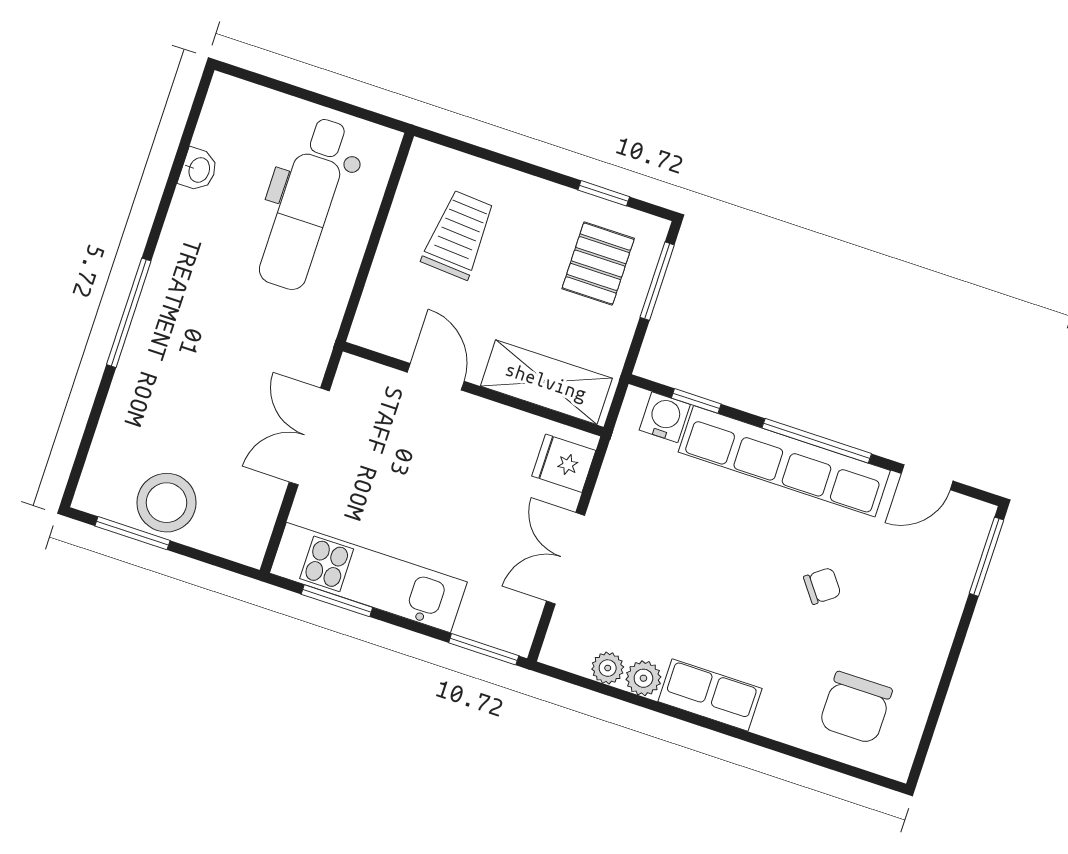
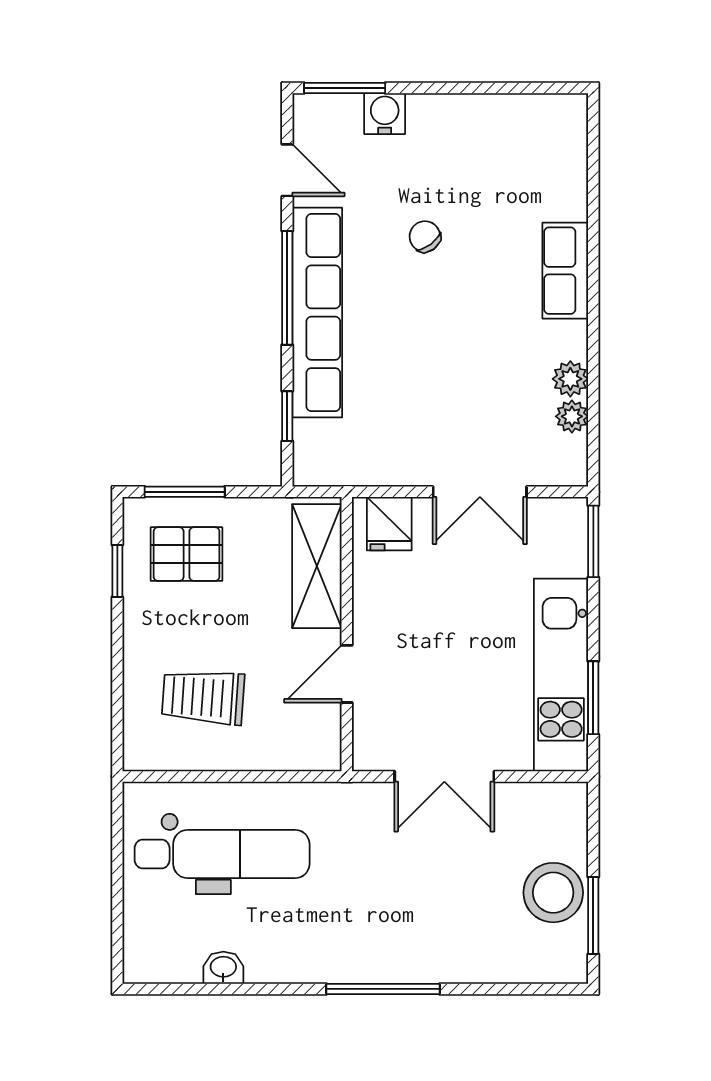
water cooler: (665, 417) -> (385, 114), moved, turned 90
row of seats: (710, 695) -> (565, 271), moved
chair: (856, 708) -> (531, 166), removed

